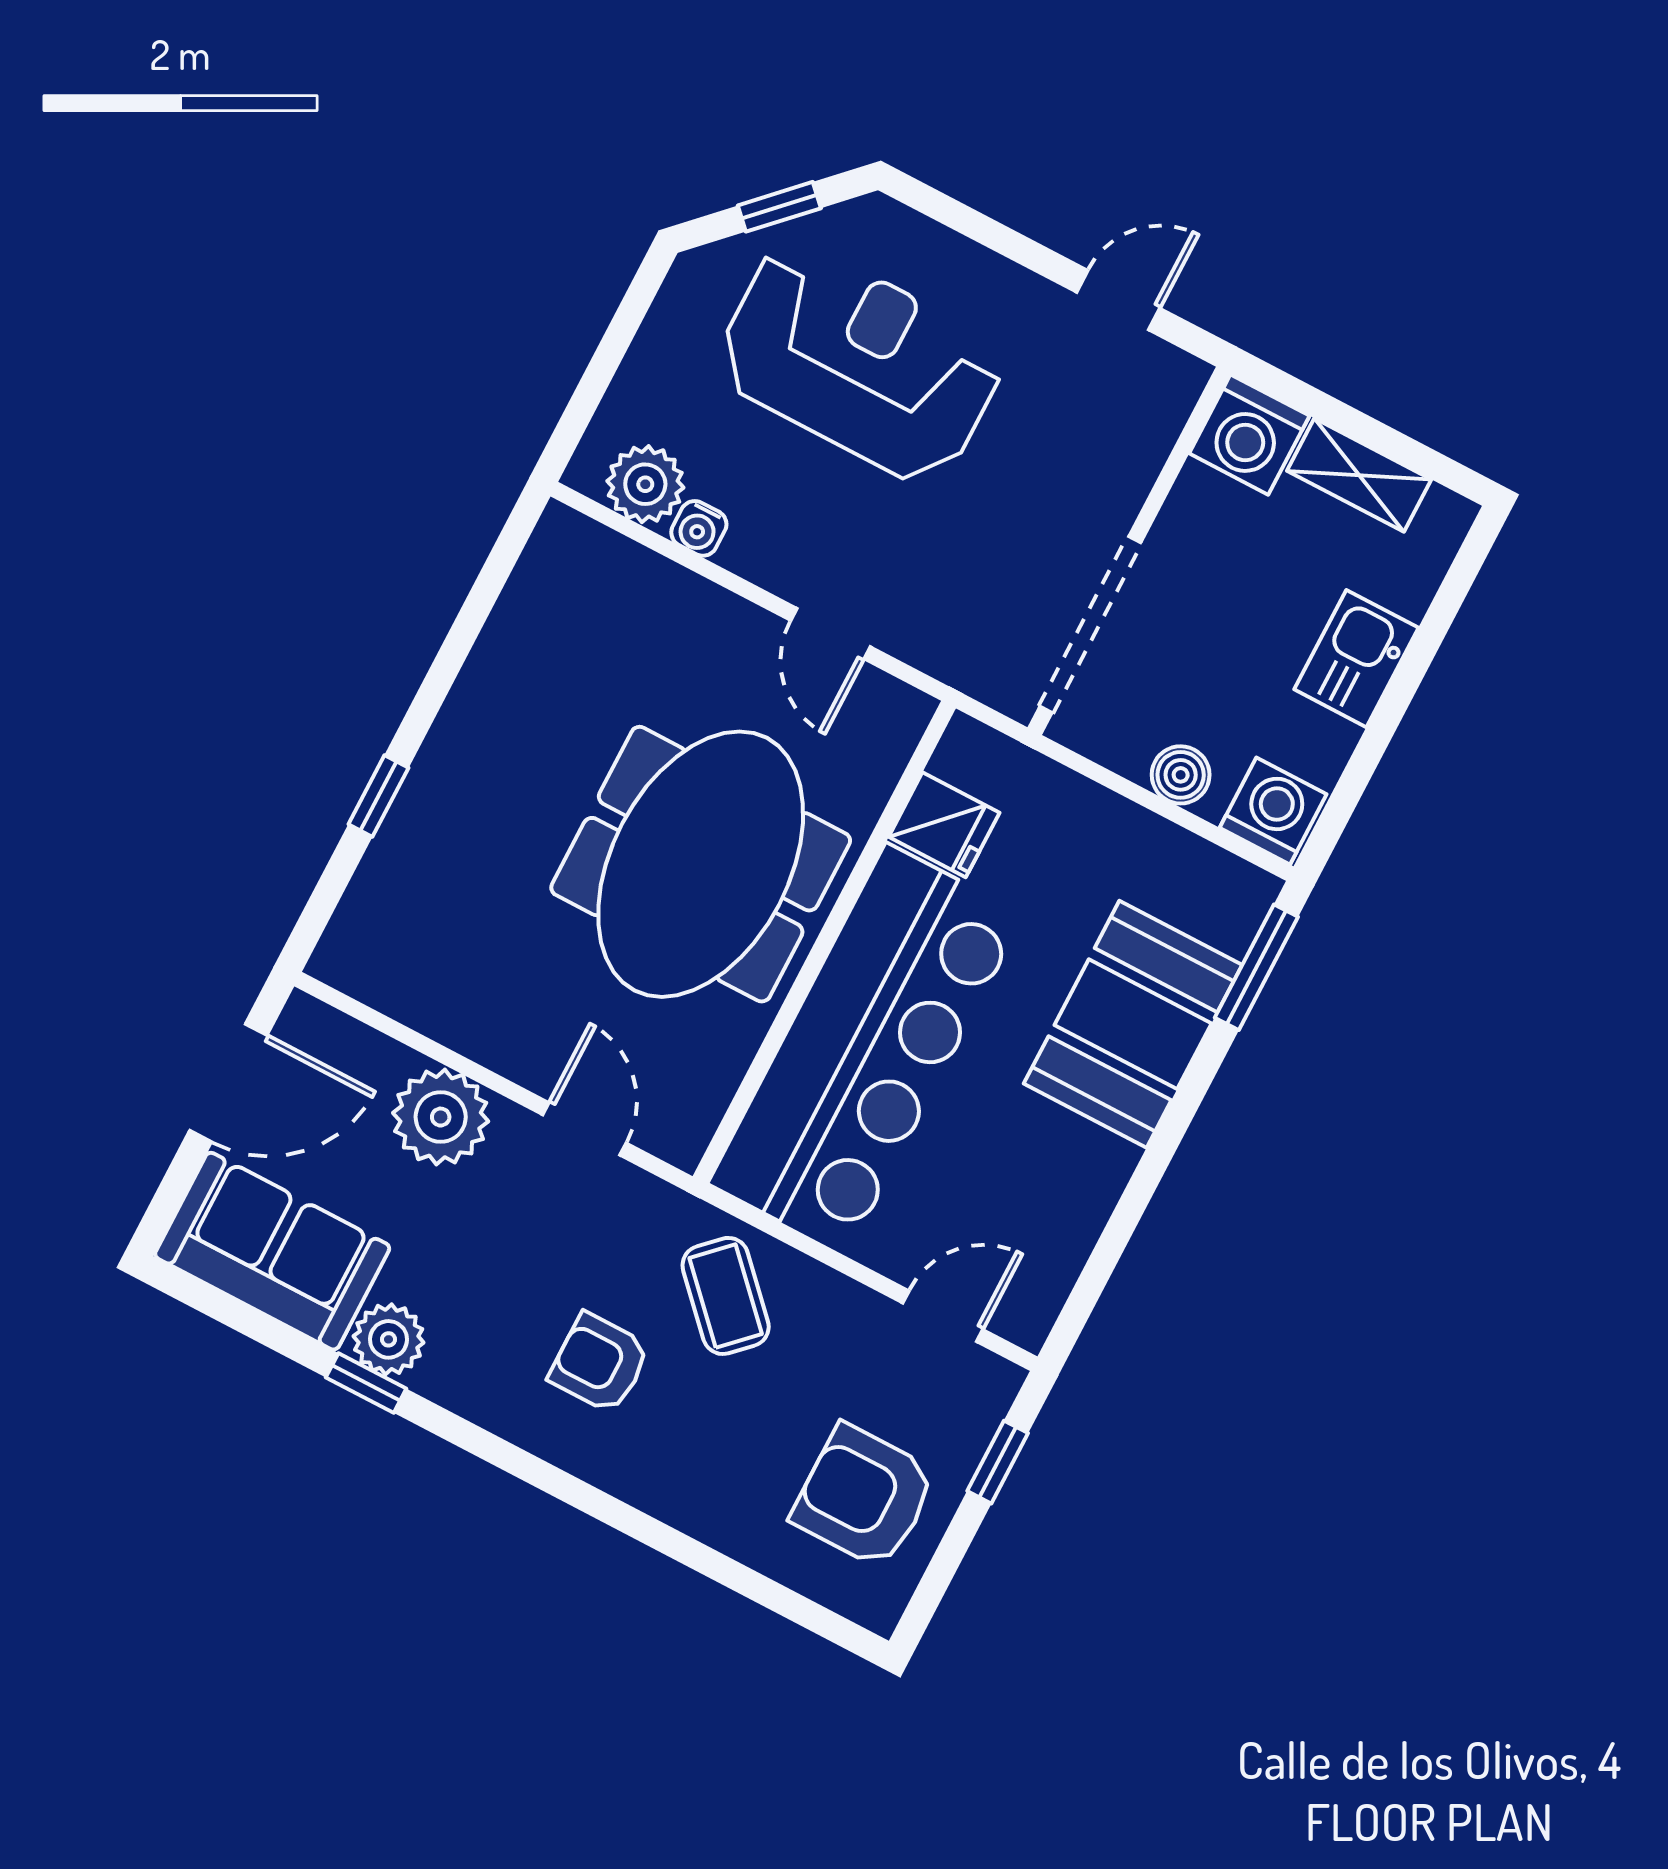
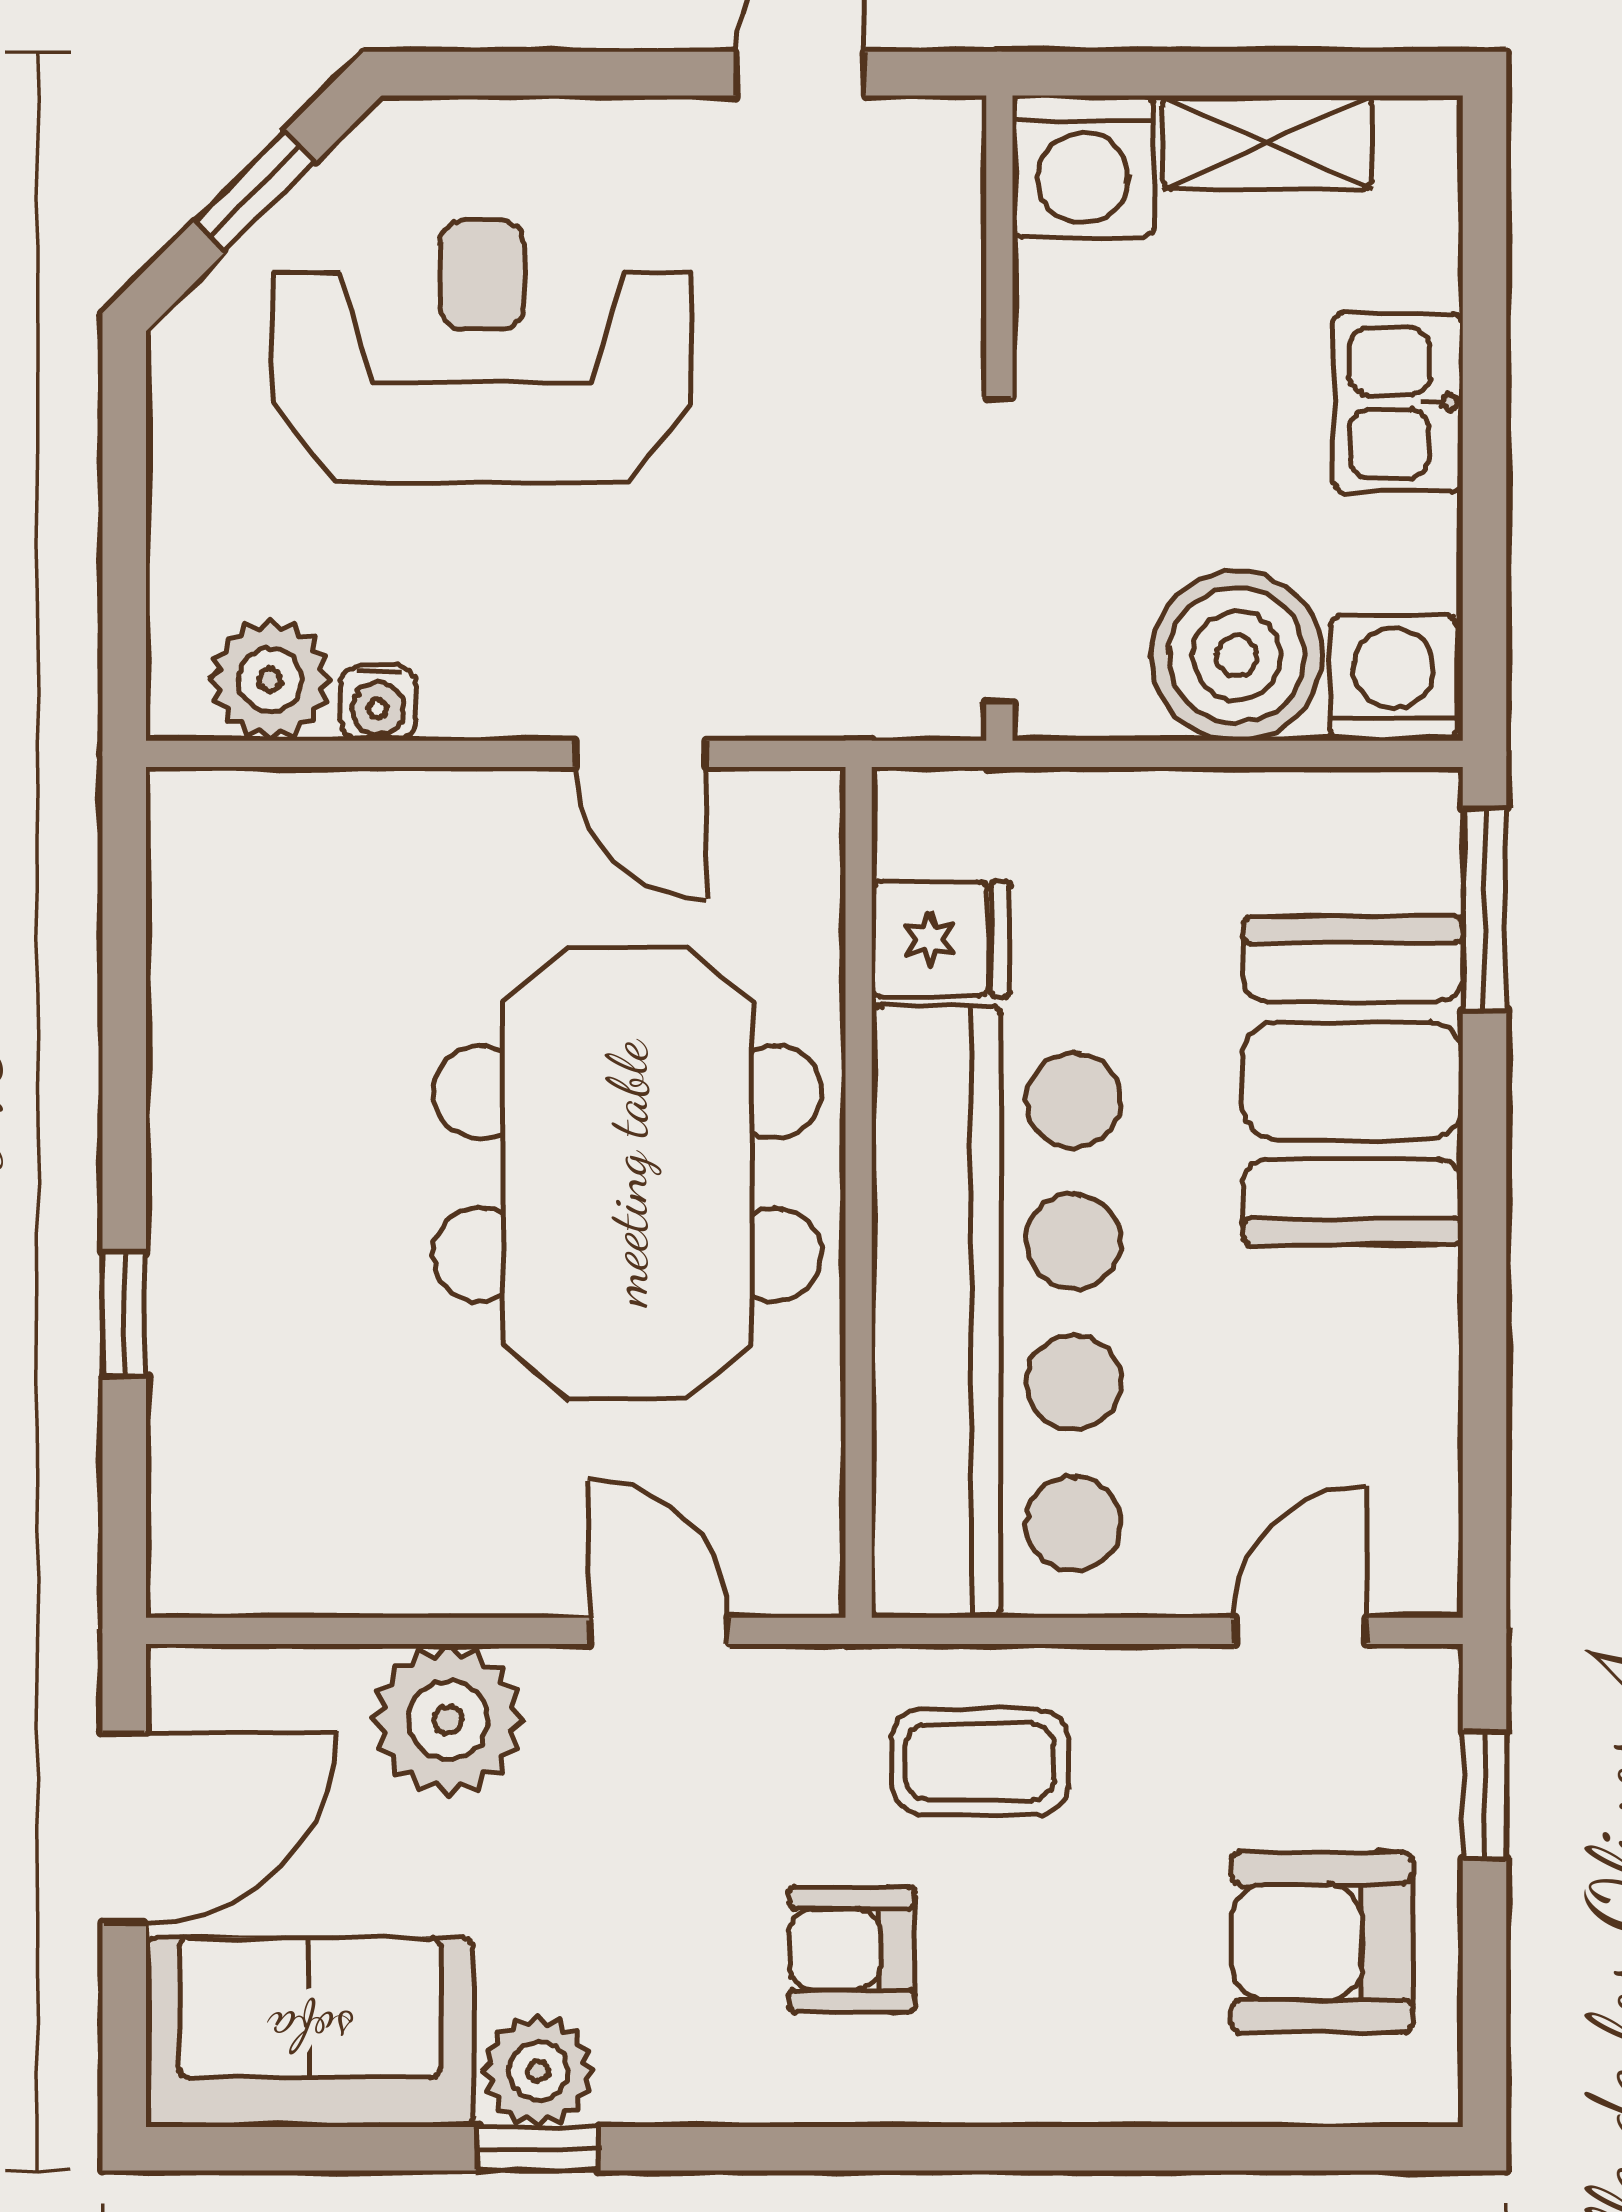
boiler: (1181, 775) -> (1237, 656), width x1.86, depth x1.86
coffee table: (726, 1296) -> (980, 1762), turned -46

